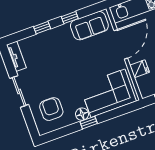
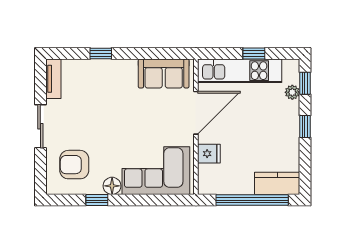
window: (70, 18) -> (142, 53), removed
armchair: (51, 109) -> (74, 165), turned -90
window: (89, 123) -> (97, 200), moved

